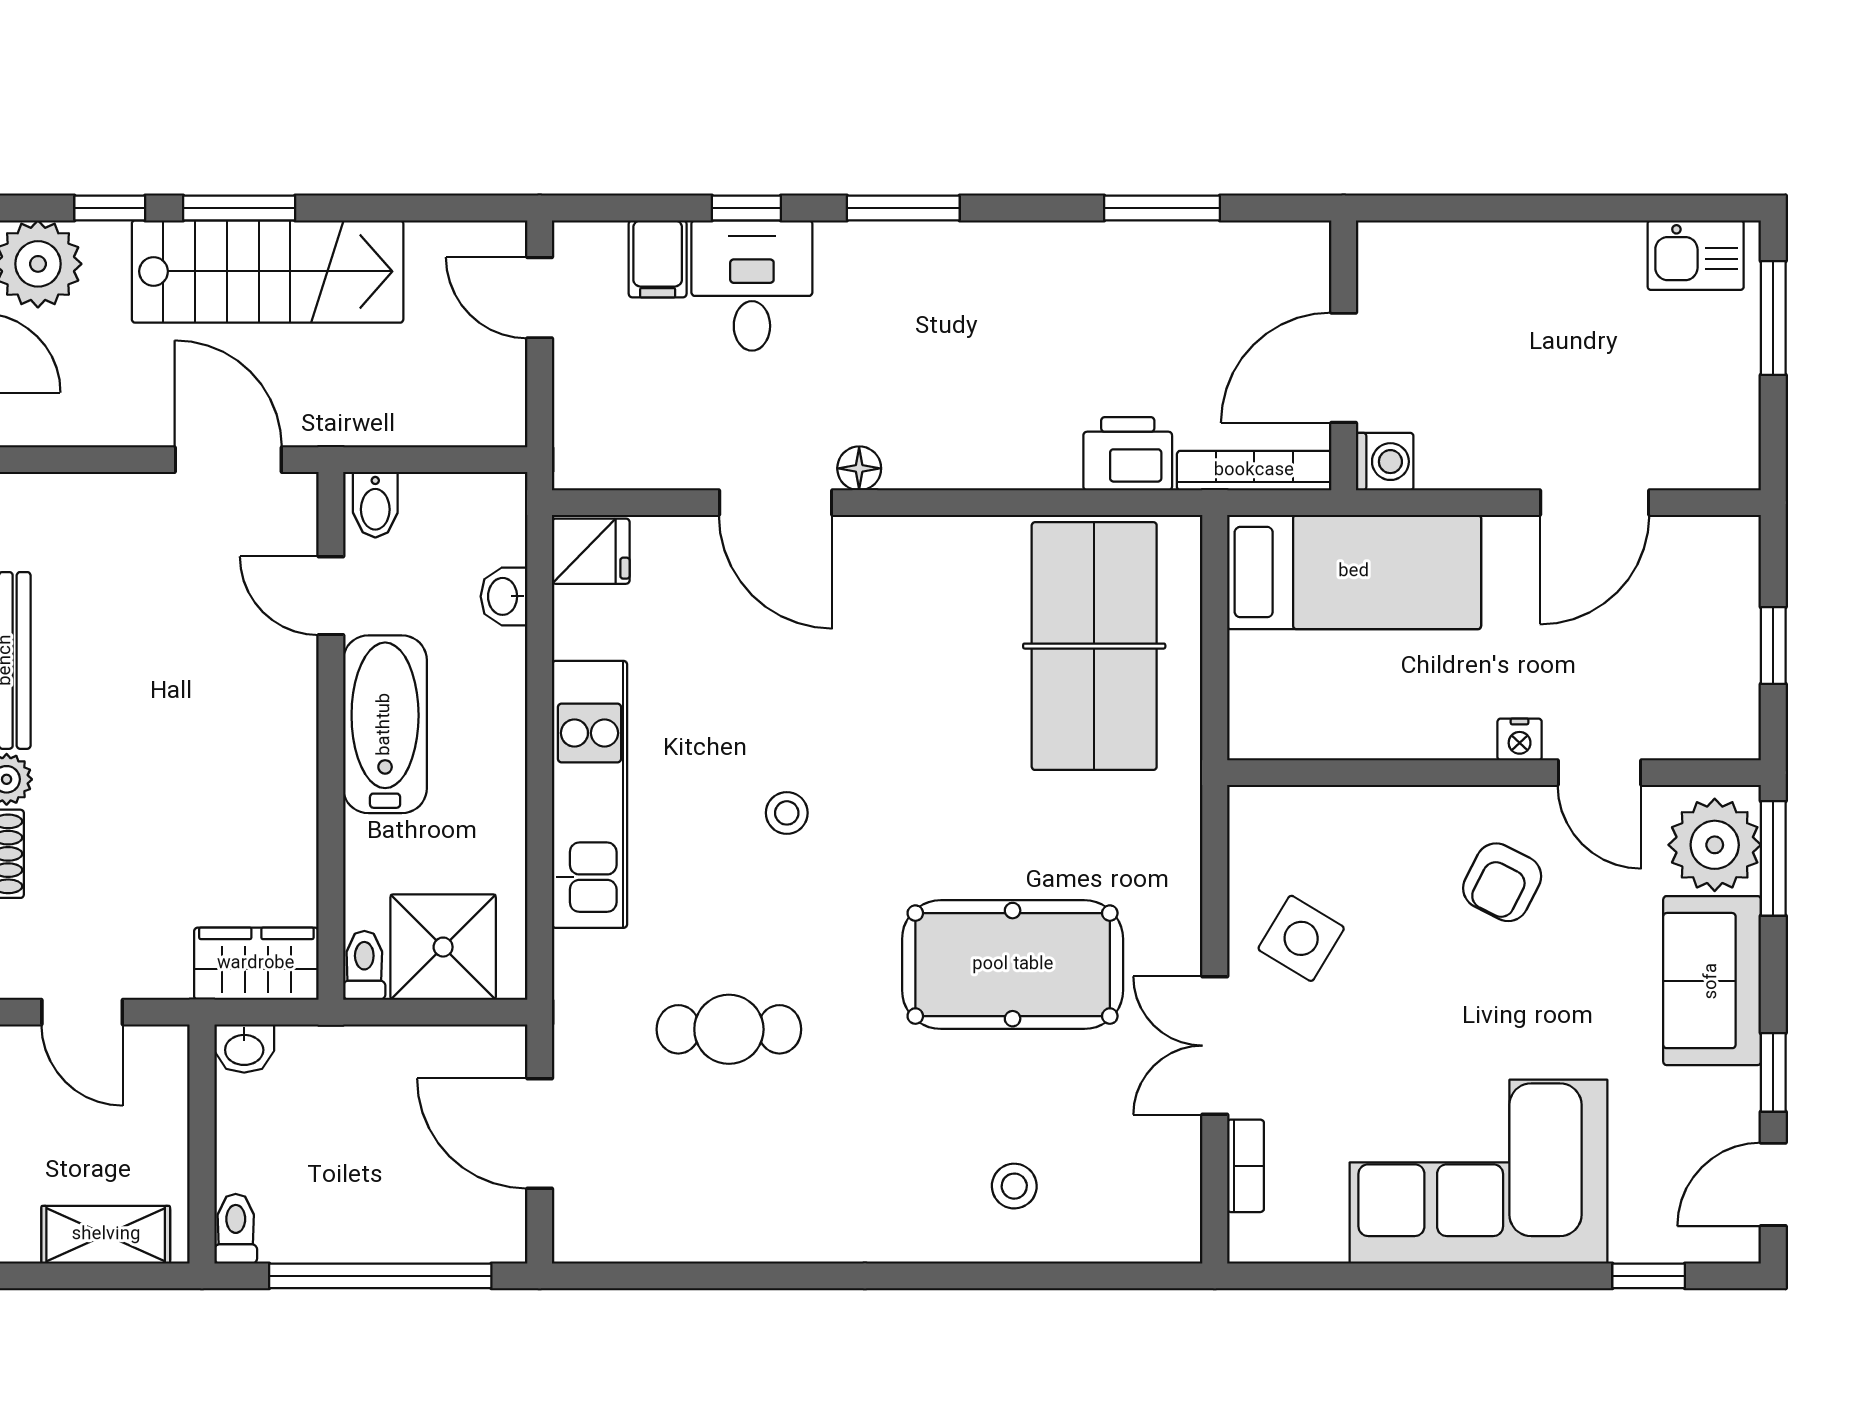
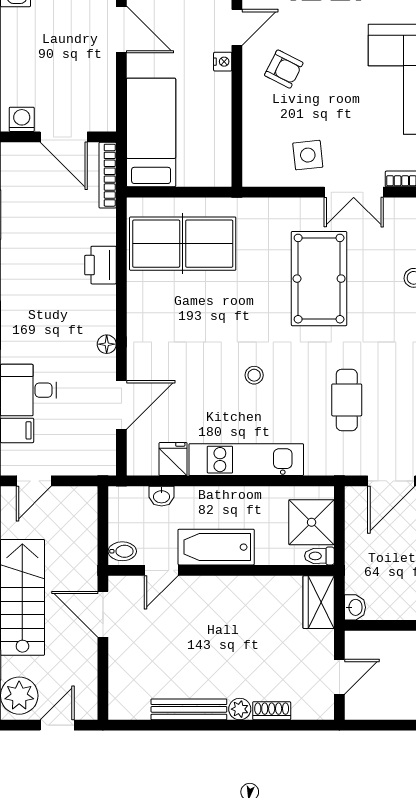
printer: (1128, 454) -> (100, 265), moved
door: (228, 460) -> (103, 614), hinge flipped
washing machine: (1385, 462) -> (22, 119), moved
door: (776, 503) -> (121, 405), moved
fridge: (591, 551) -> (173, 459), moved
side table: (1301, 938) -> (308, 155), turned -37

